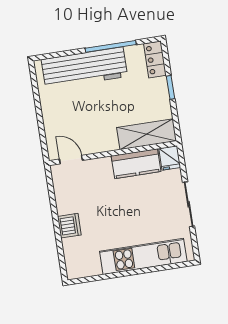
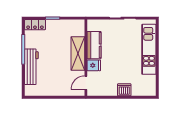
workbench: (84, 68) -> (31, 67), width x0.73, depth x0.76
shelving: (147, 134) -> (78, 53), moved
fridge: (170, 158) -> (94, 65), moved

